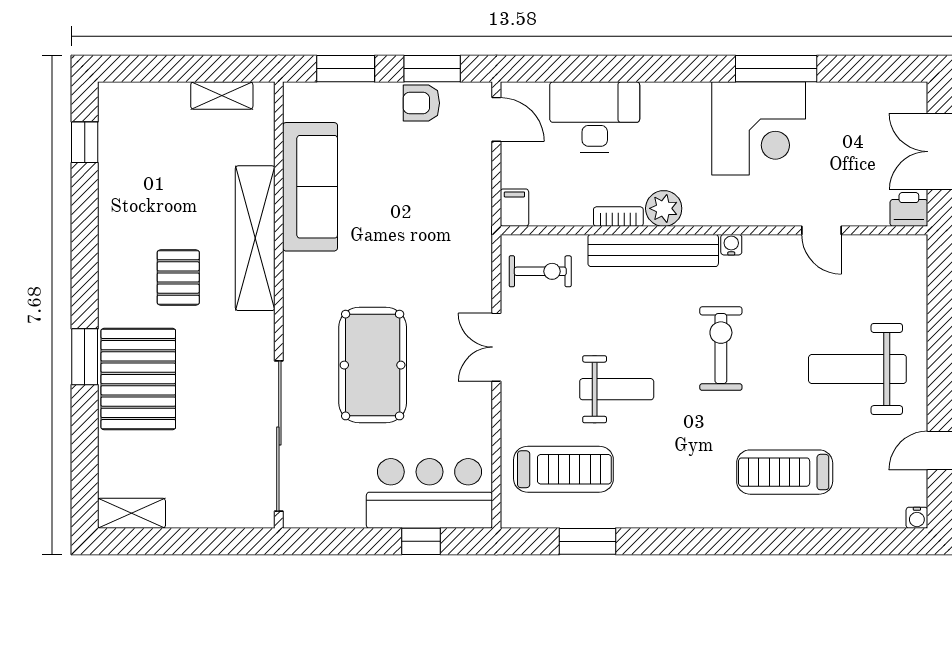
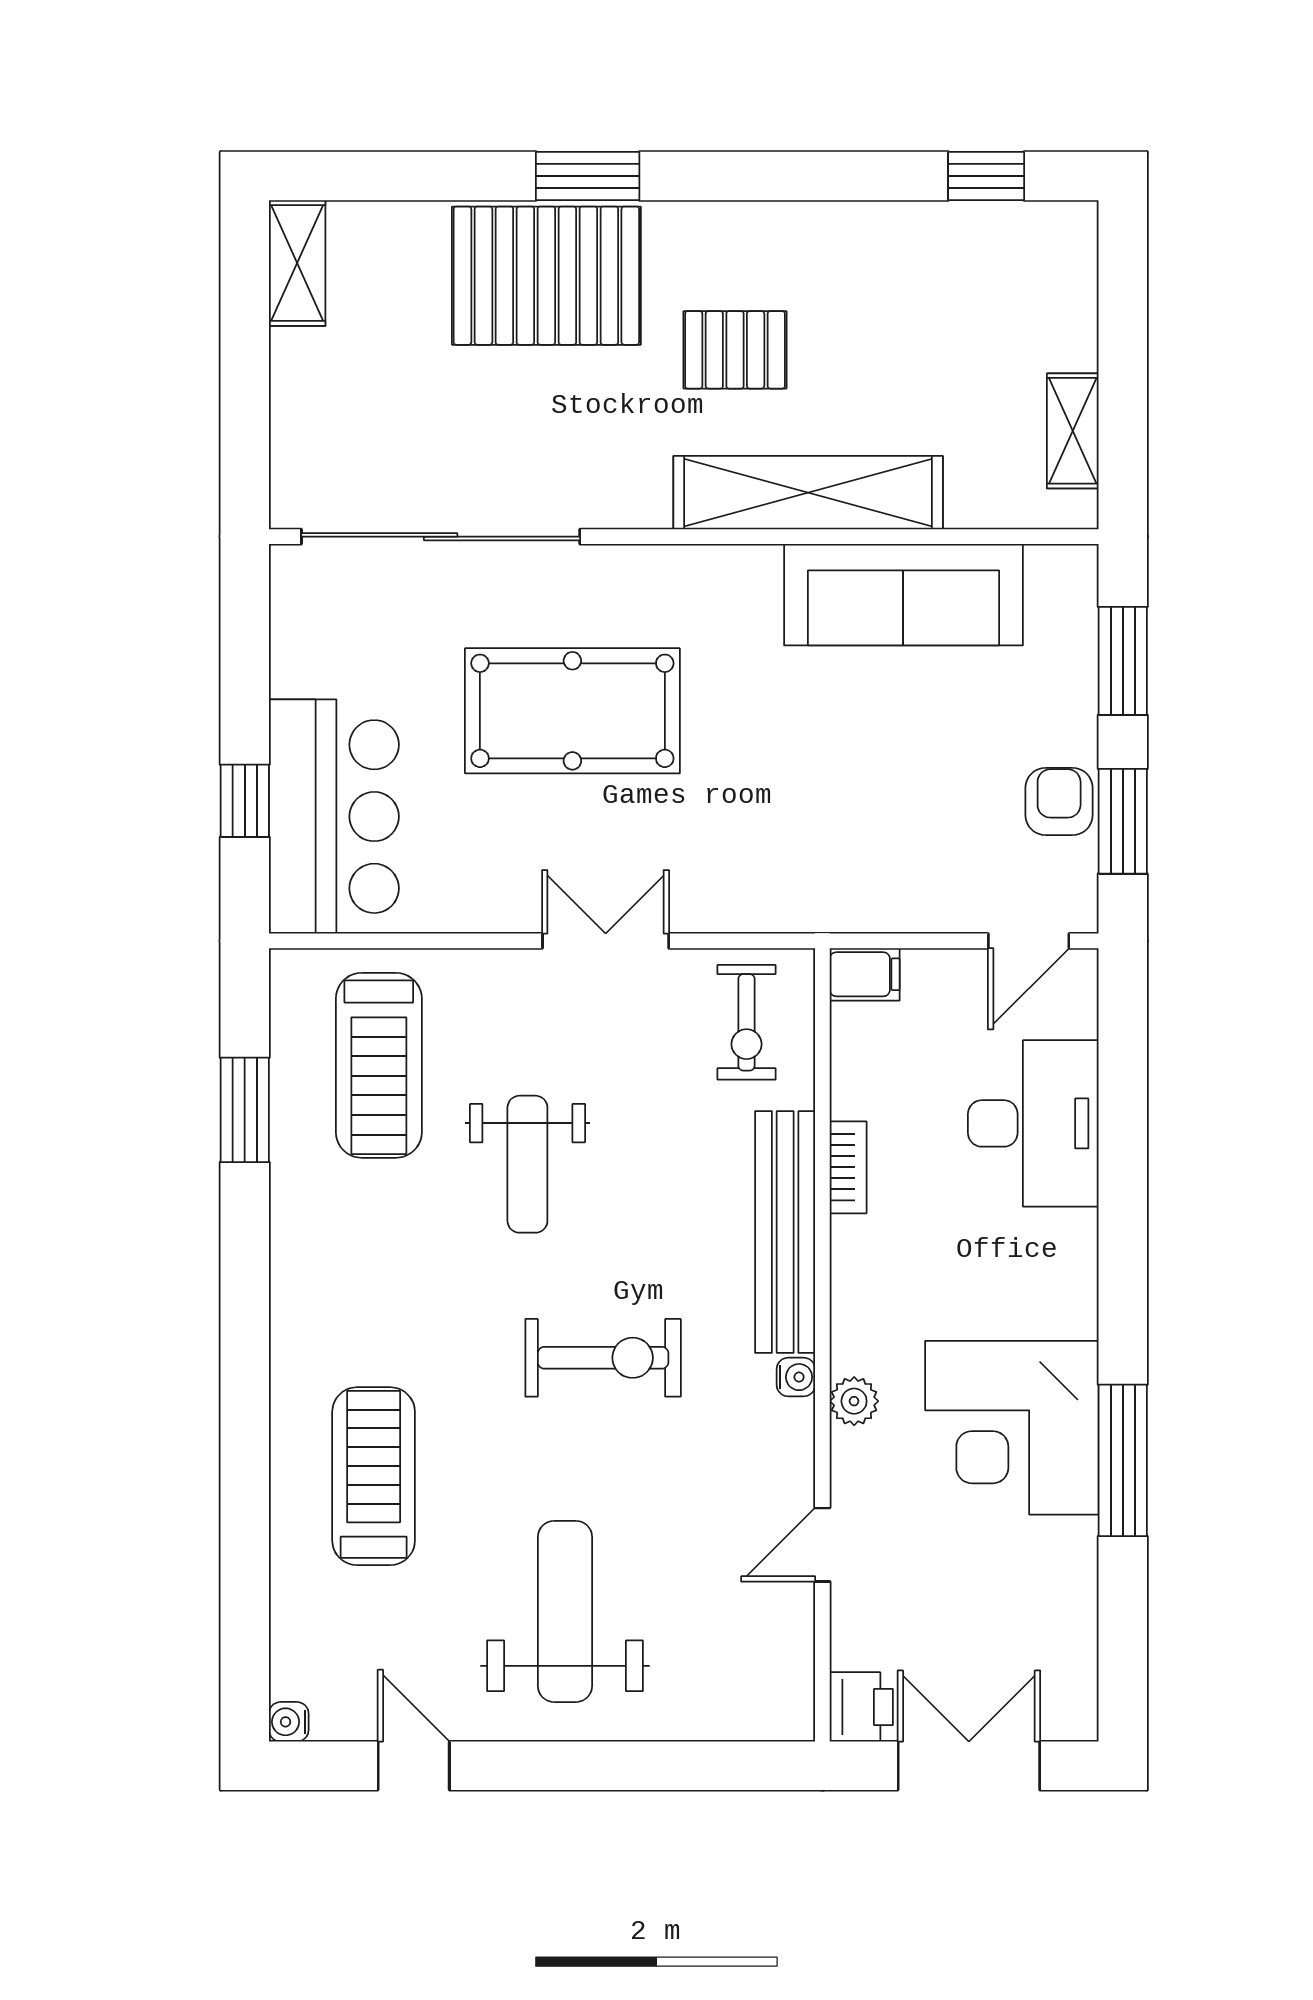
plant: (664, 208) -> (854, 1401), moved, width x0.73, depth x0.73

